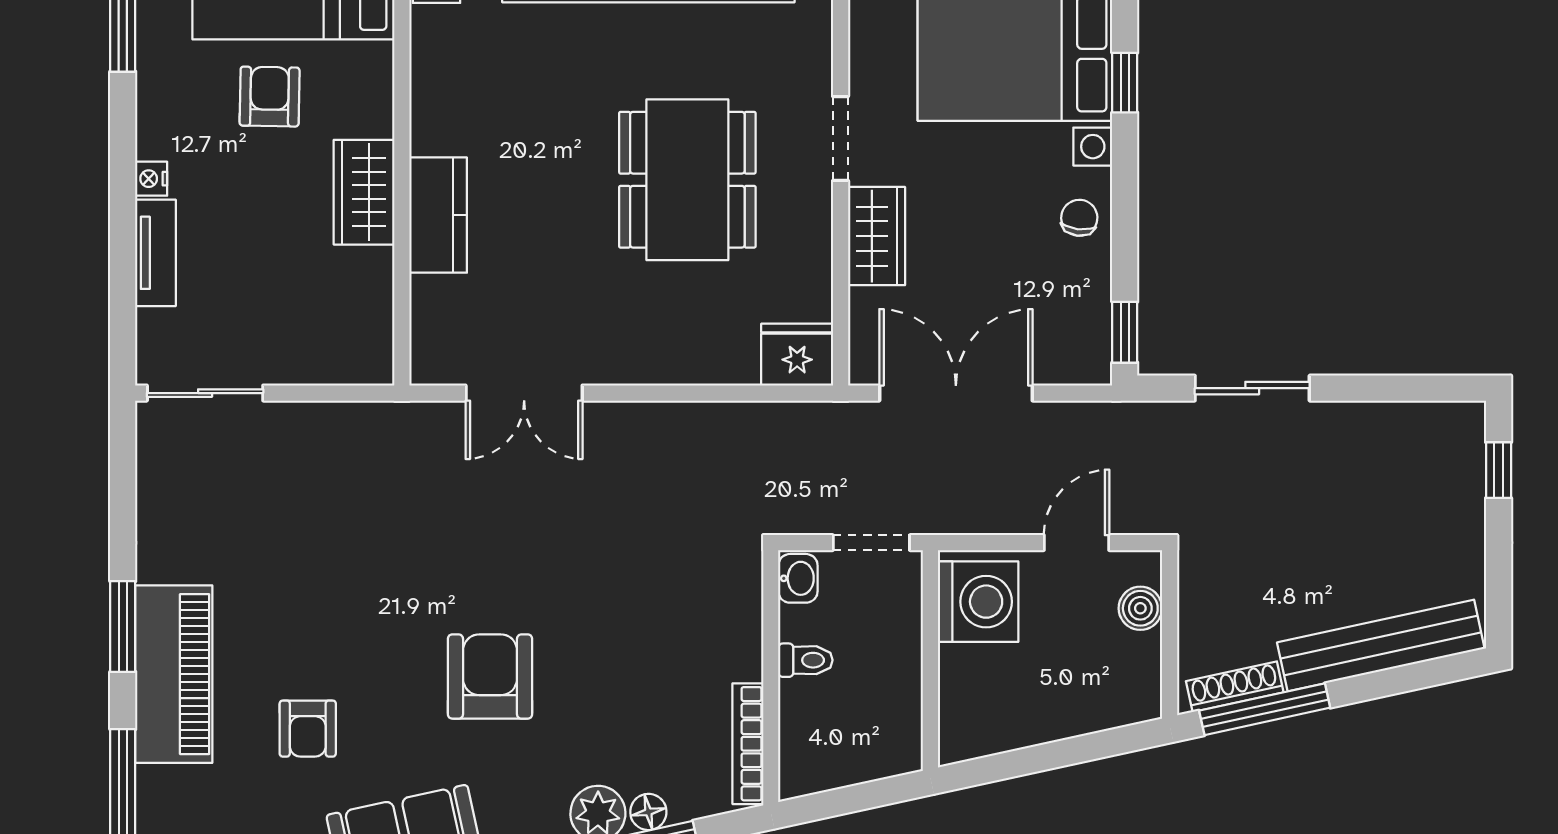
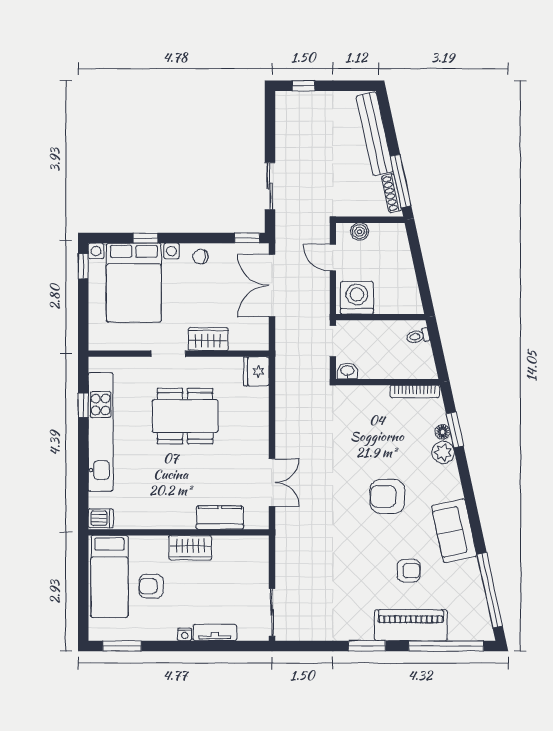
kitchen counter: (438, 215) -> (220, 518), moved
double door: (956, 393) -> (272, 286), moved
toilet: (805, 660) -> (418, 336), moved, turned -102
piano: (174, 674) -> (411, 625), moved

